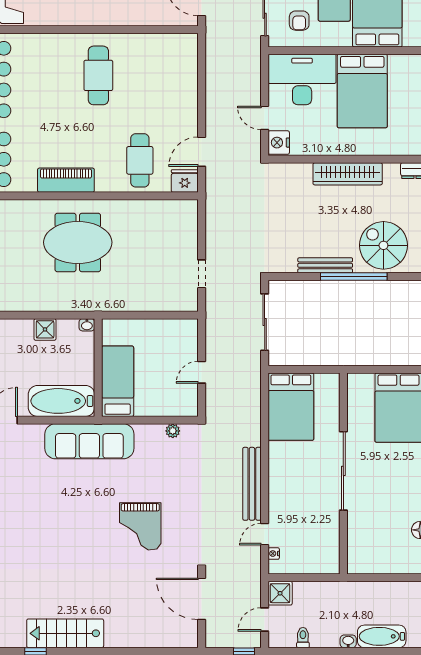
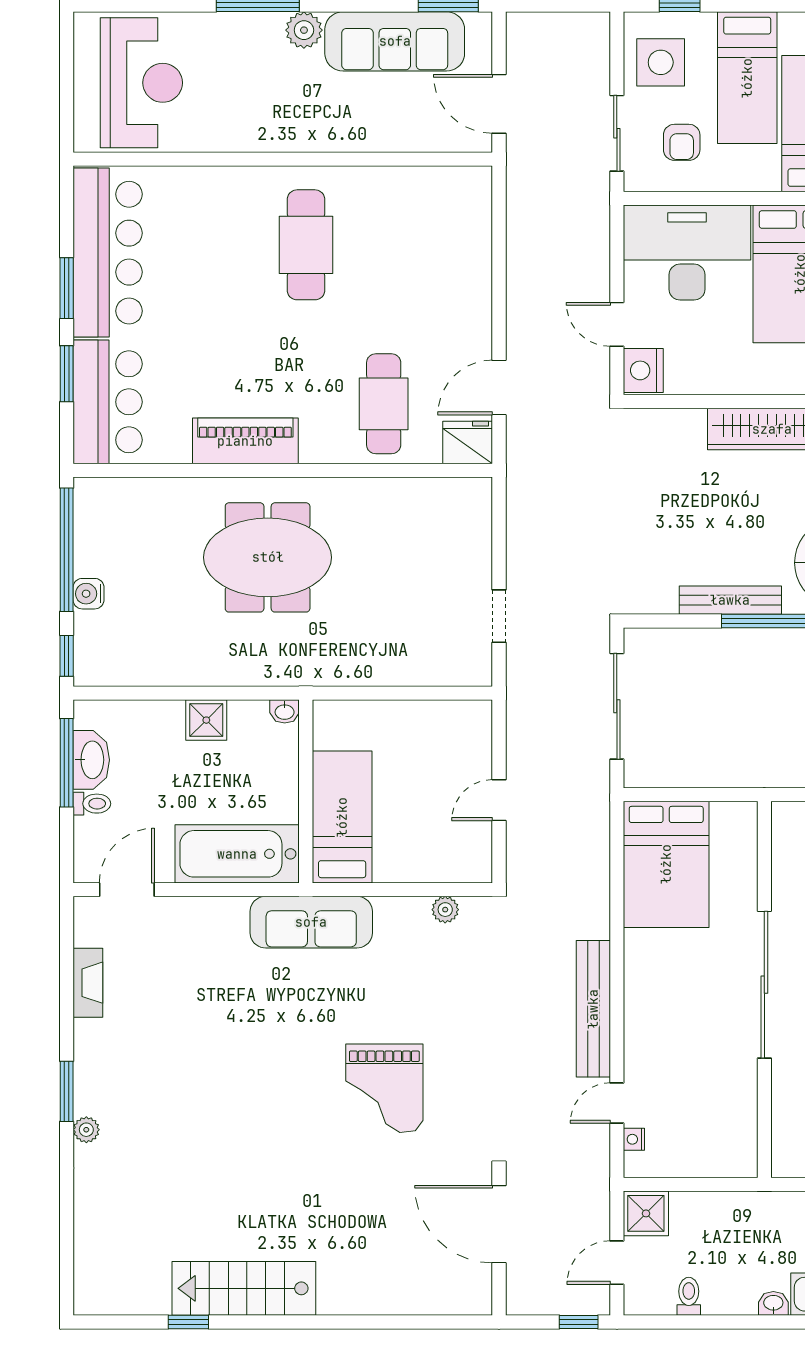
sofa: (89, 441) -> (311, 922), width x0.74, depth x0.79

